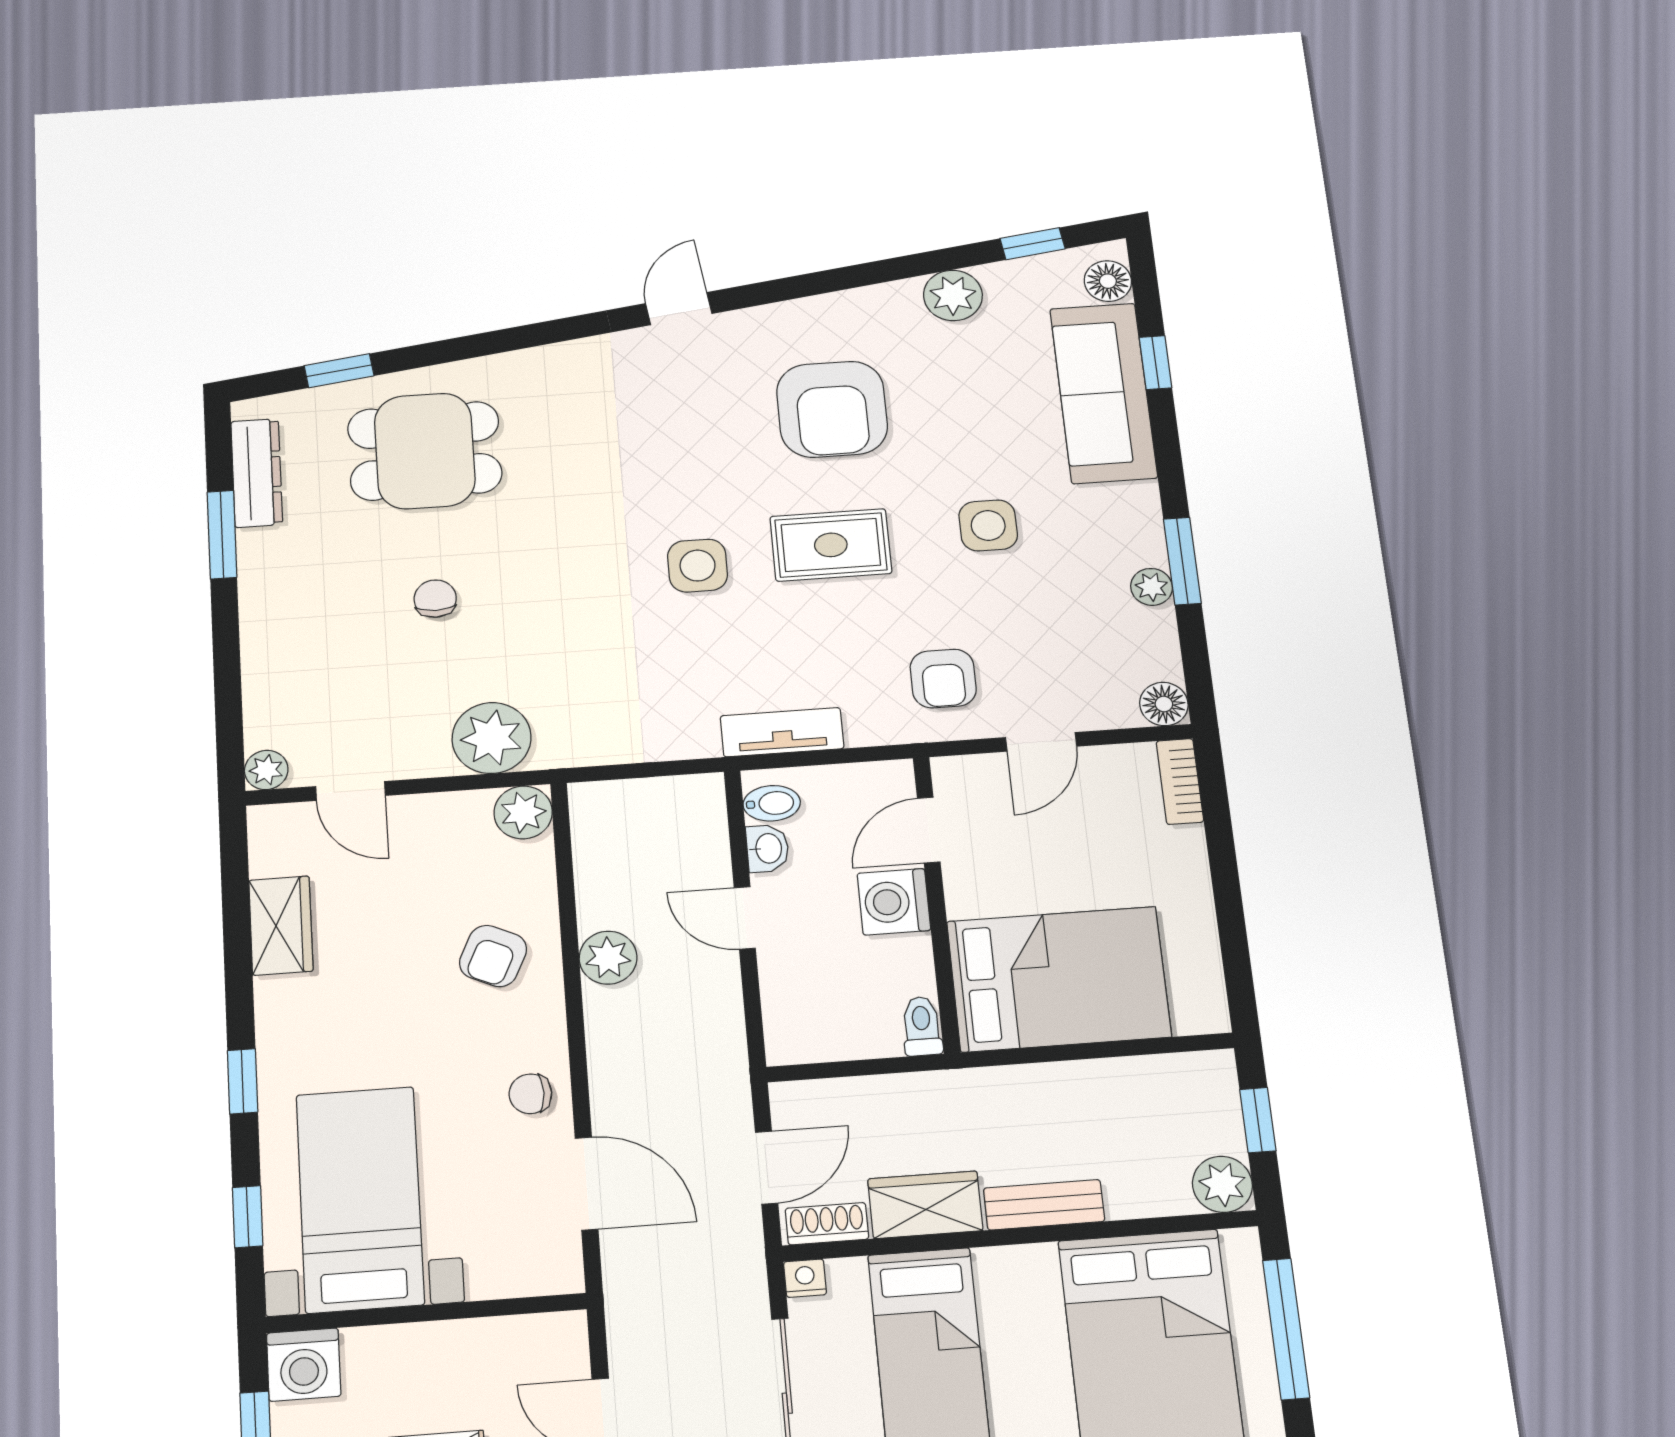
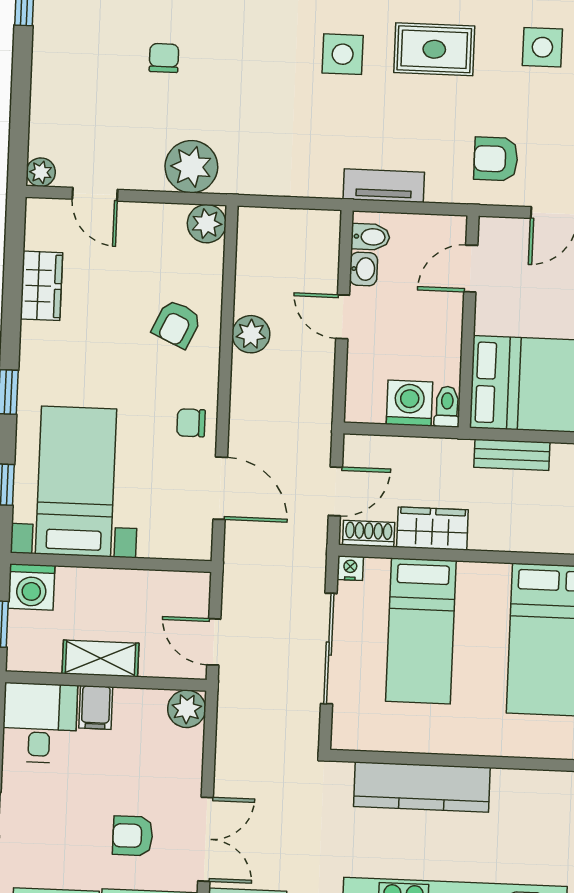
armchair: (943, 678) -> (496, 159), turned 90
washing machine: (894, 902) -> (410, 403), moved, turned 90
bench: (1044, 1205) -> (512, 455), moved

